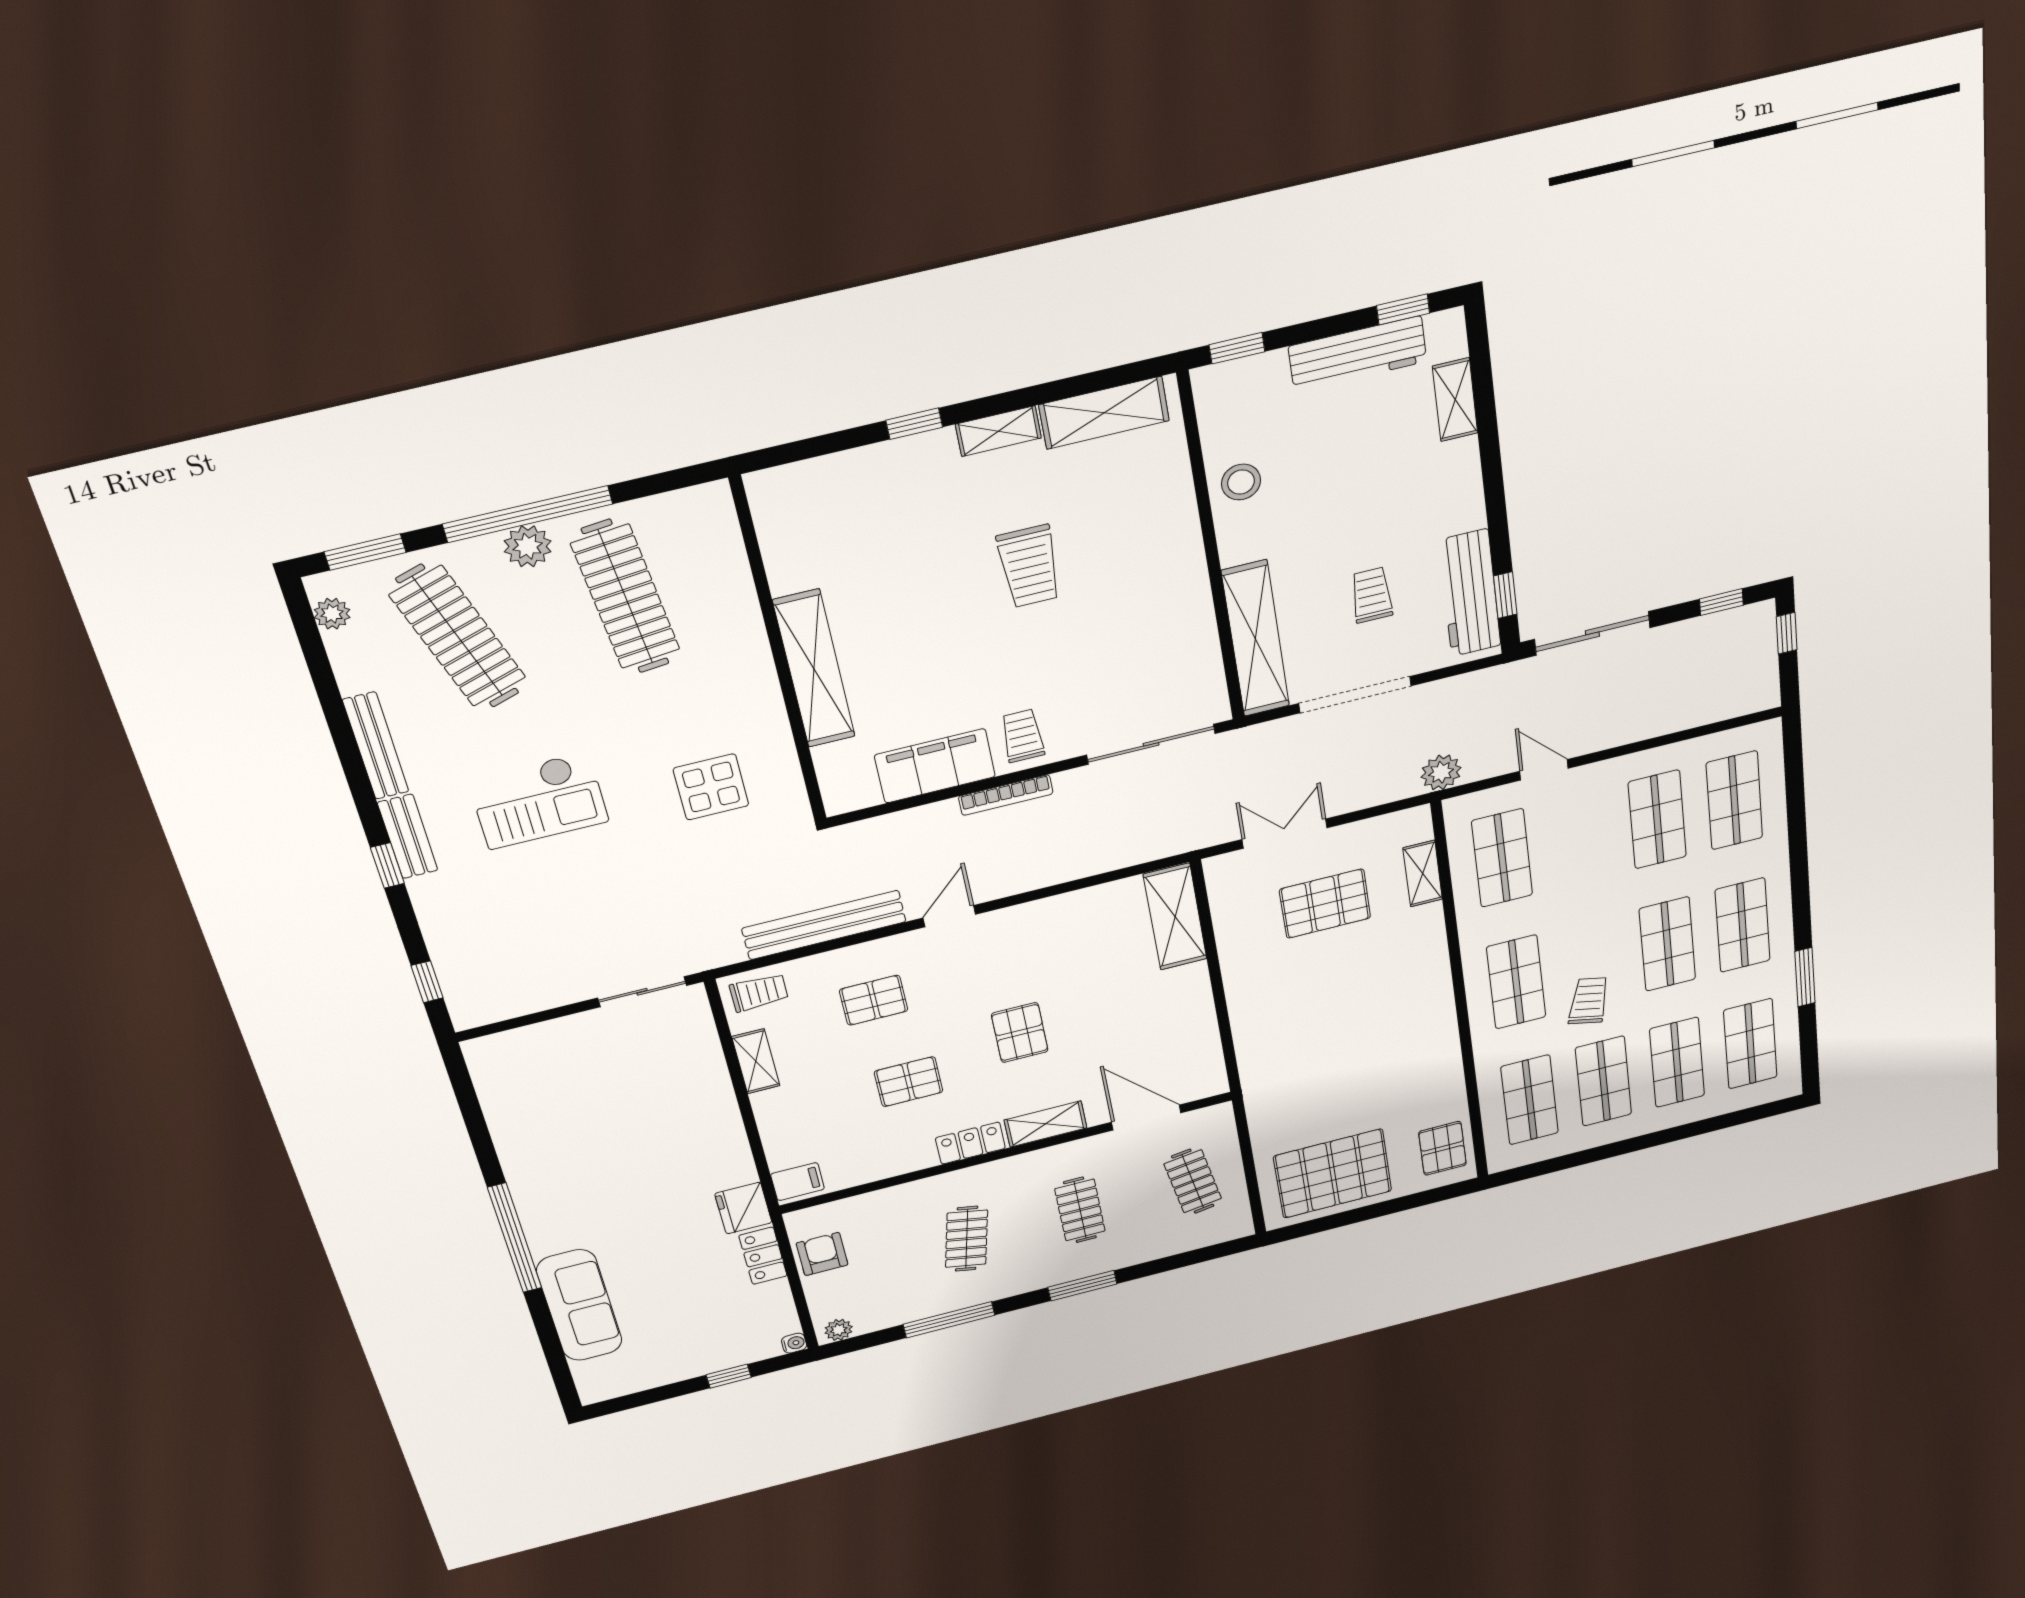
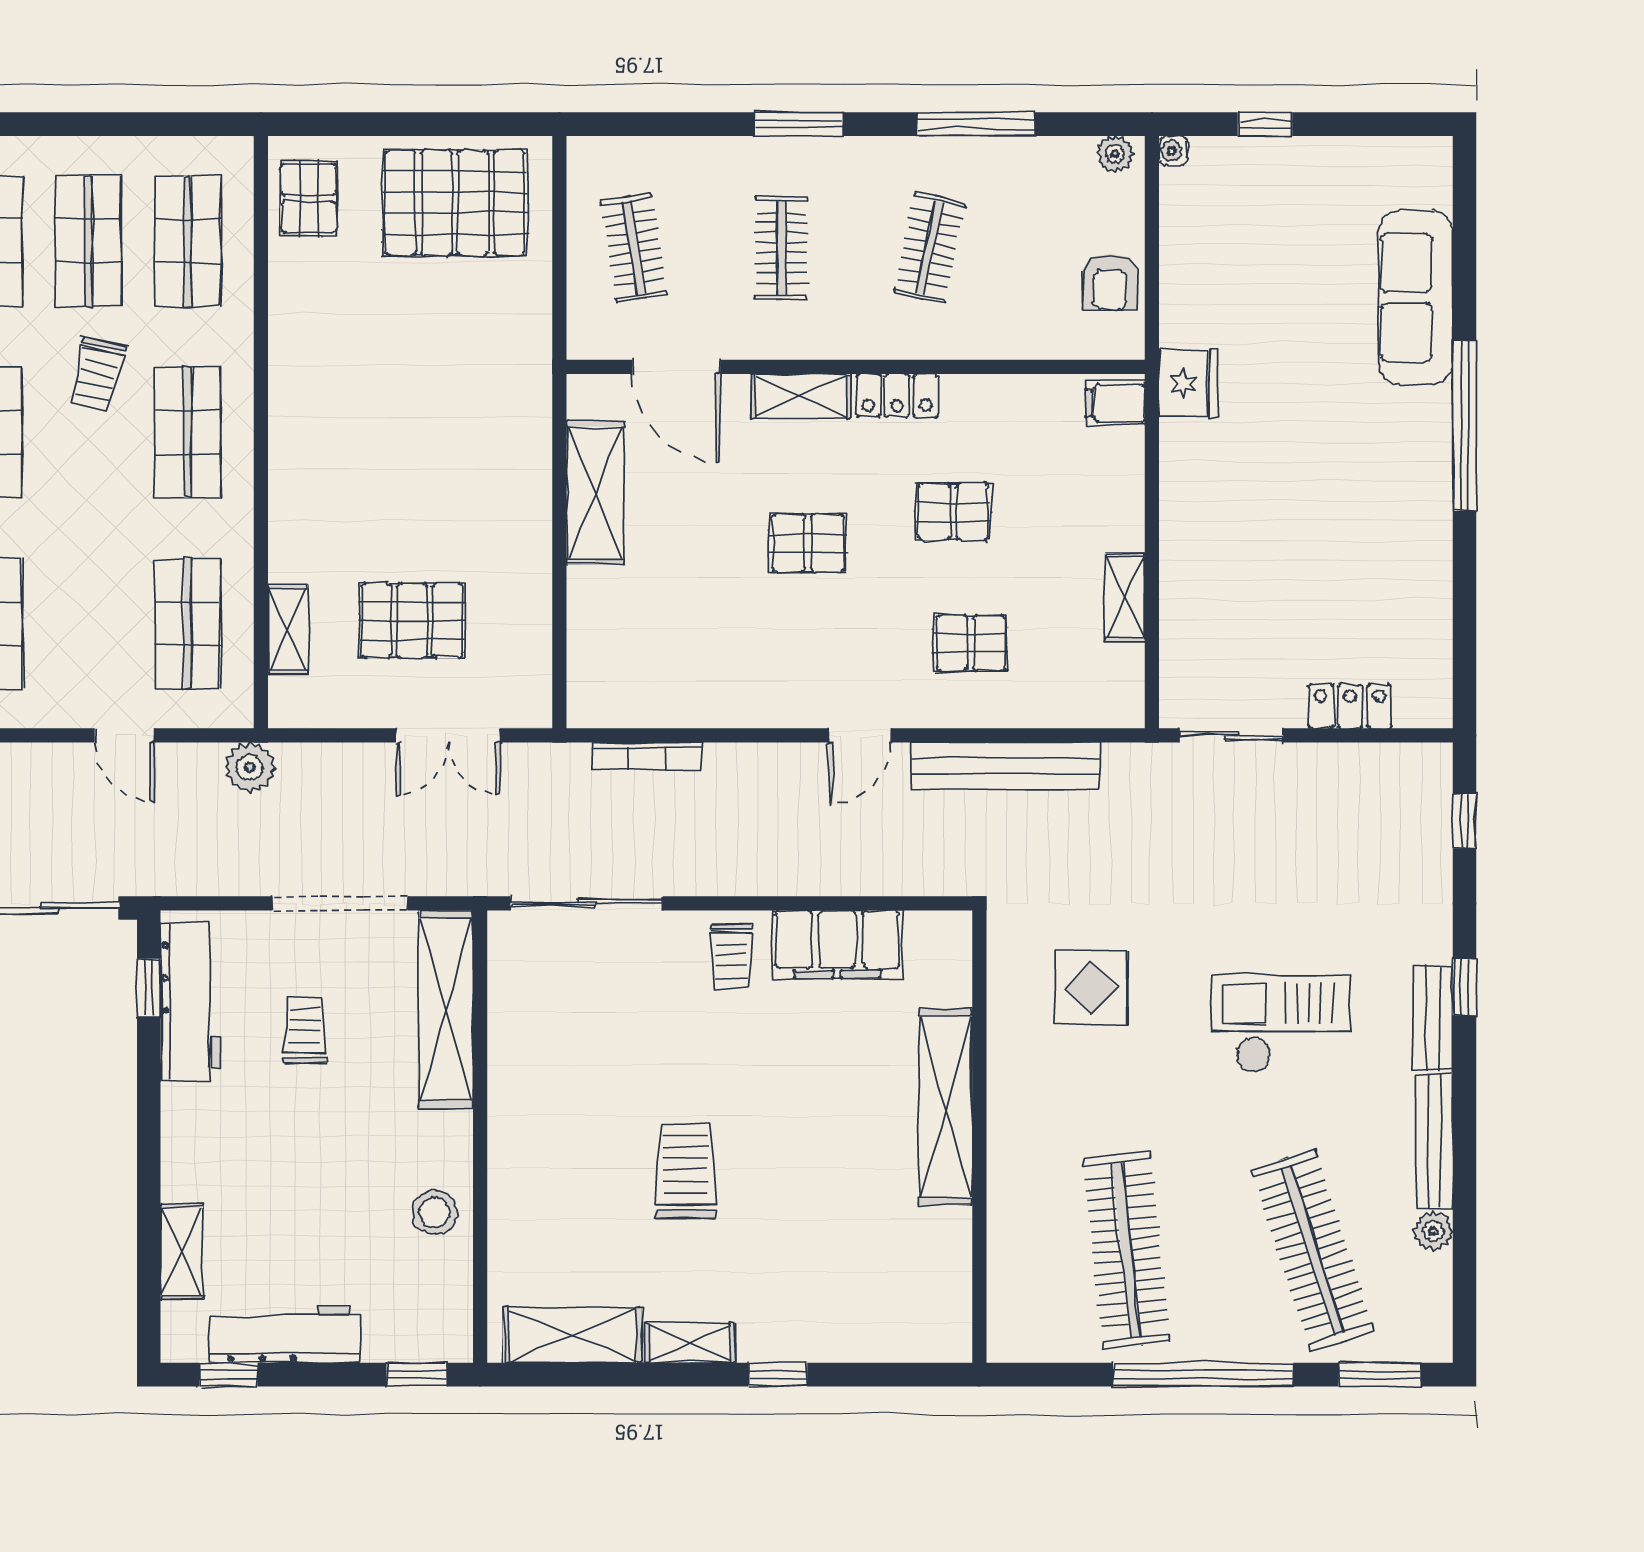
plant: (528, 546) -> (1213, 1337), removed
trolley: (1372, 595) -> (305, 1030), turned 180
plant: (332, 614) -> (1434, 1231), moved
bookcase: (1006, 795) -> (647, 756), moved, turned 180
shelving: (1175, 917) -> (595, 493), moved
trolley: (759, 993) -> (1100, 694), removed
pallet: (1020, 1033) -> (808, 543), turned 90
locker: (763, 1256) -> (1350, 706), moved, turned -90

